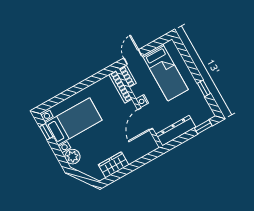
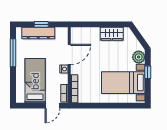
window: (204, 88) -> (13, 53), width x2.17
window: (203, 127) -> (41, 24), moved
dresser: (176, 131) -> (38, 33), moved
window: (46, 132) -> (148, 72), moved

